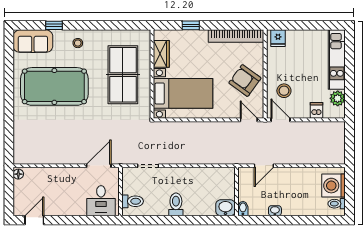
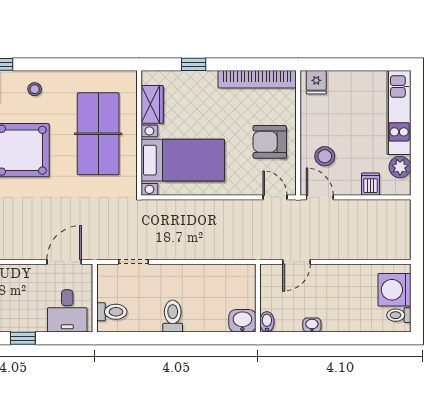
armchair: (245, 80) -> (270, 142), turned -36
window: (69, 220) -> (23, 338), added

